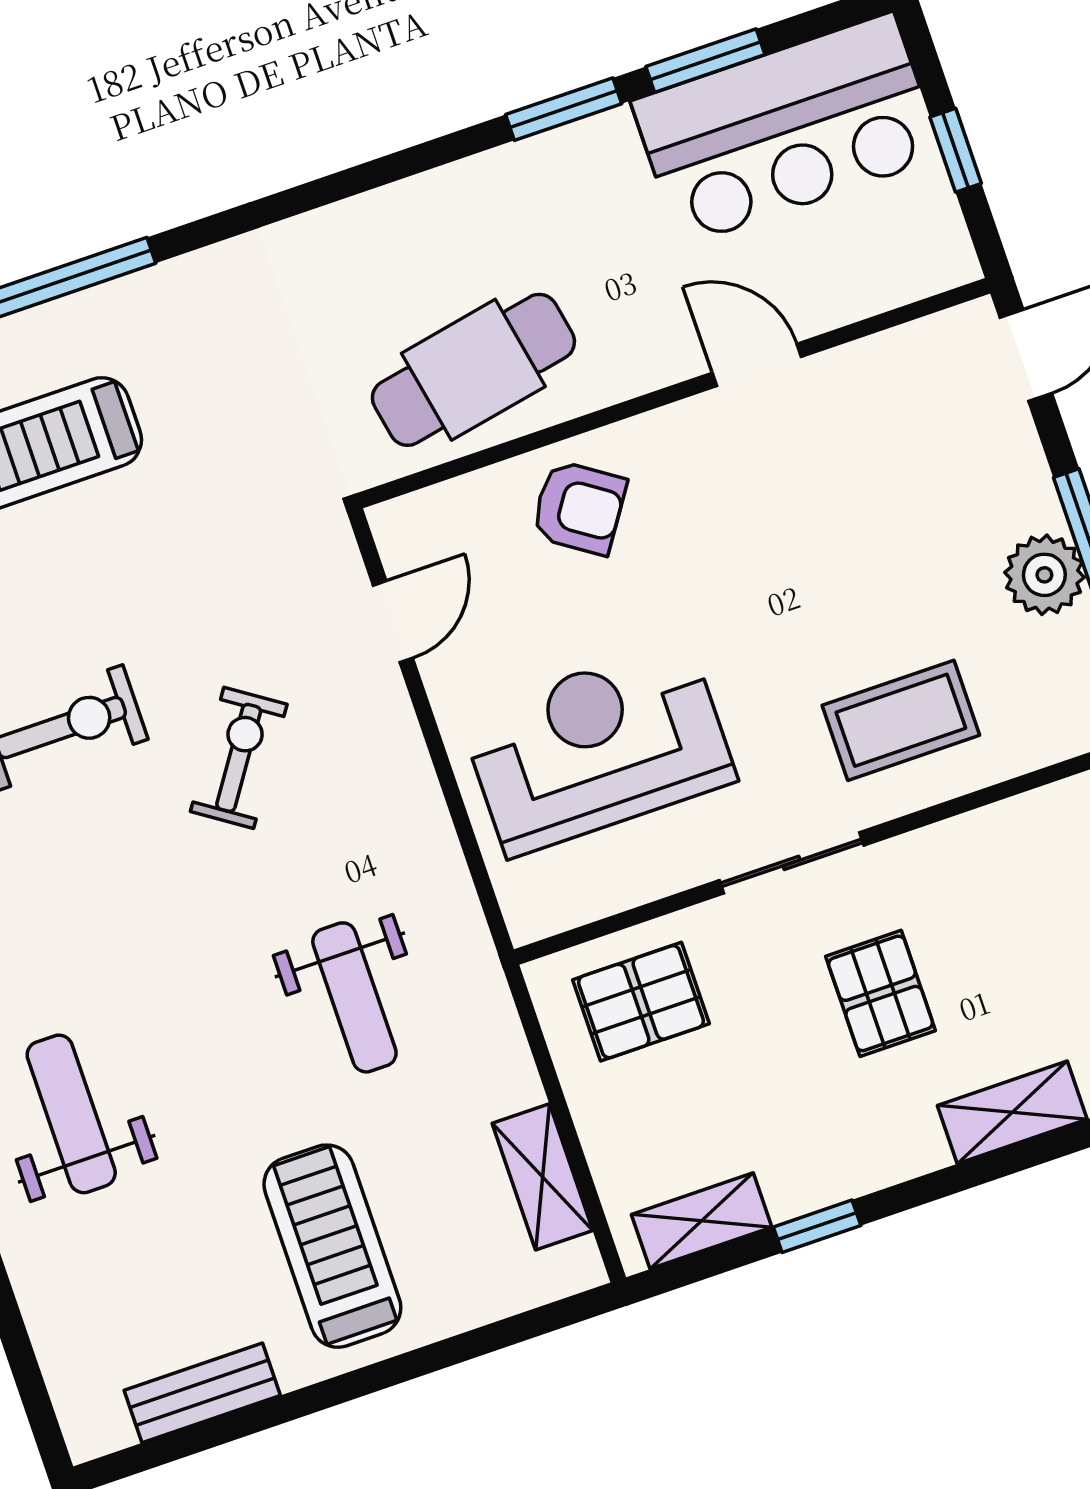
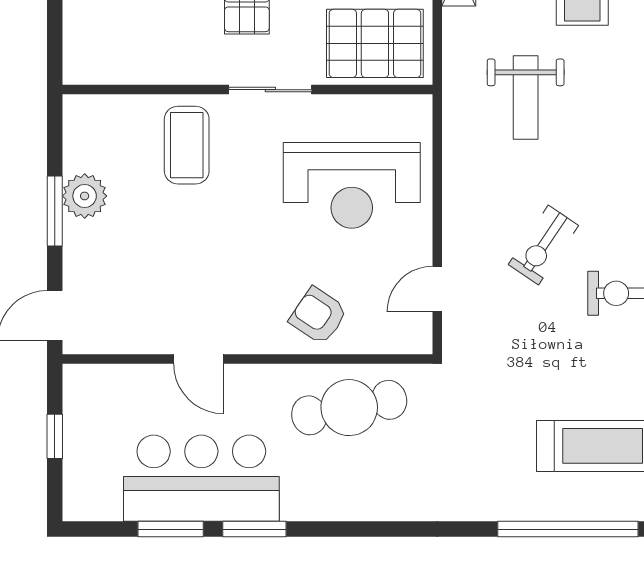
bar counter: (787, 129) -> (201, 478), moved
coffee table: (901, 720) -> (187, 145), turned 90
weight bench: (354, 997) -> (526, 98), turned 180
pallet: (641, 1002) -> (375, 43), width x1.50, depth x1.42

